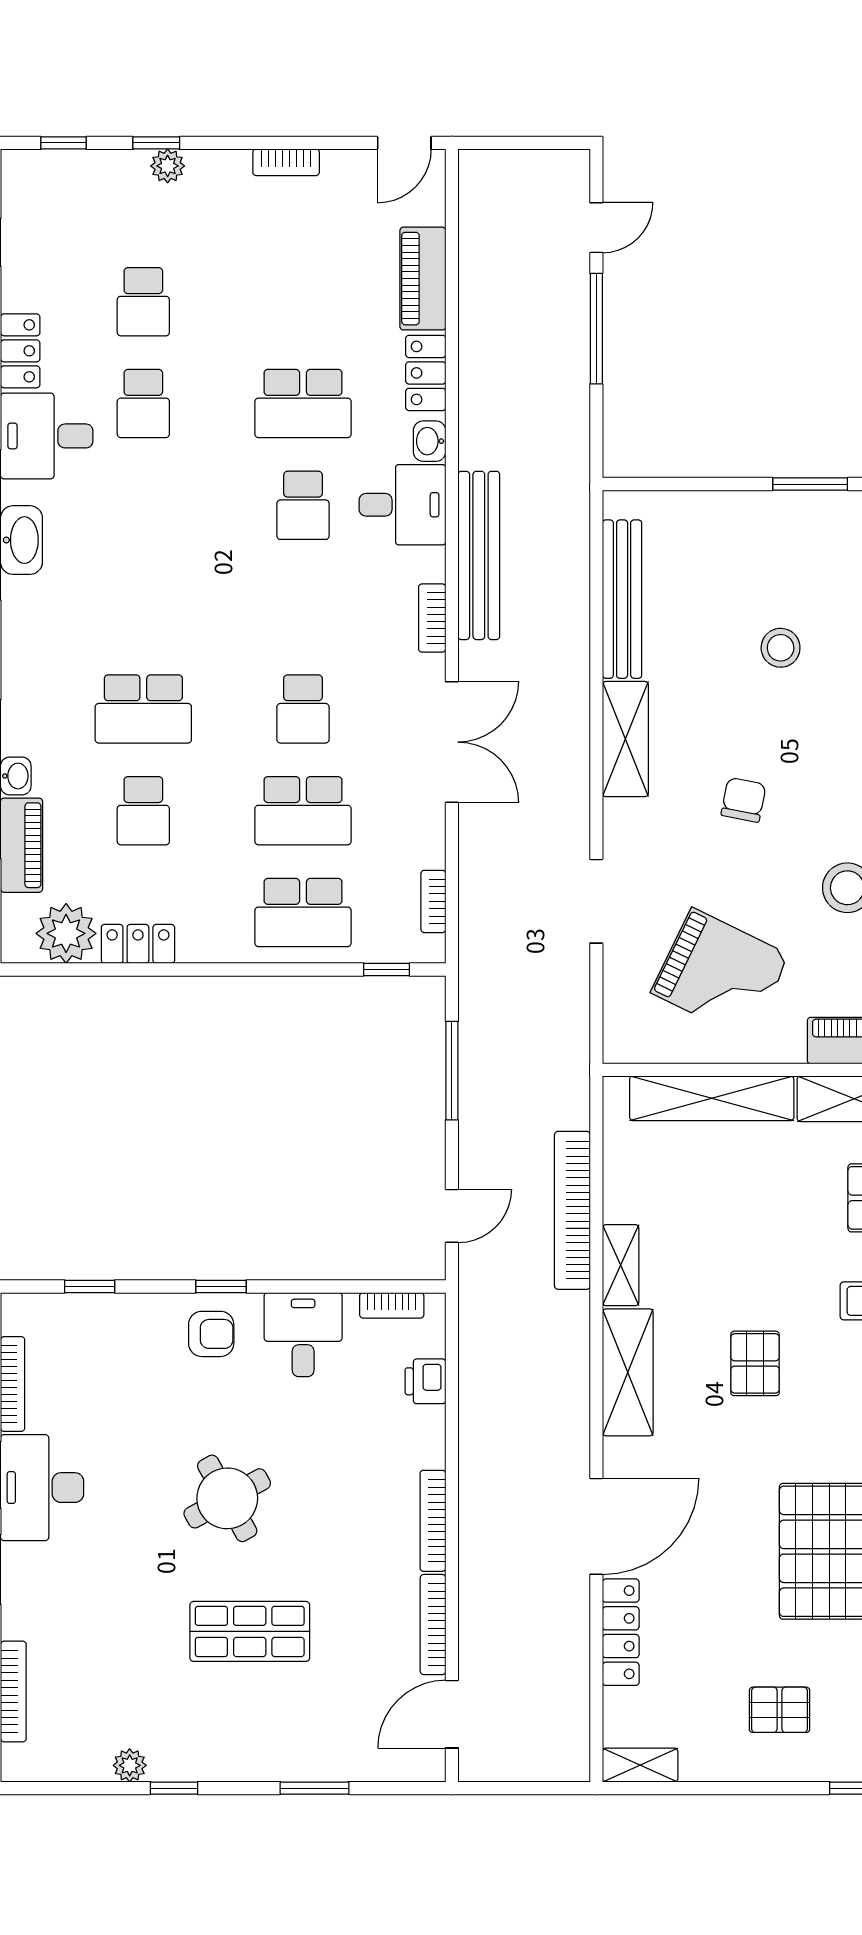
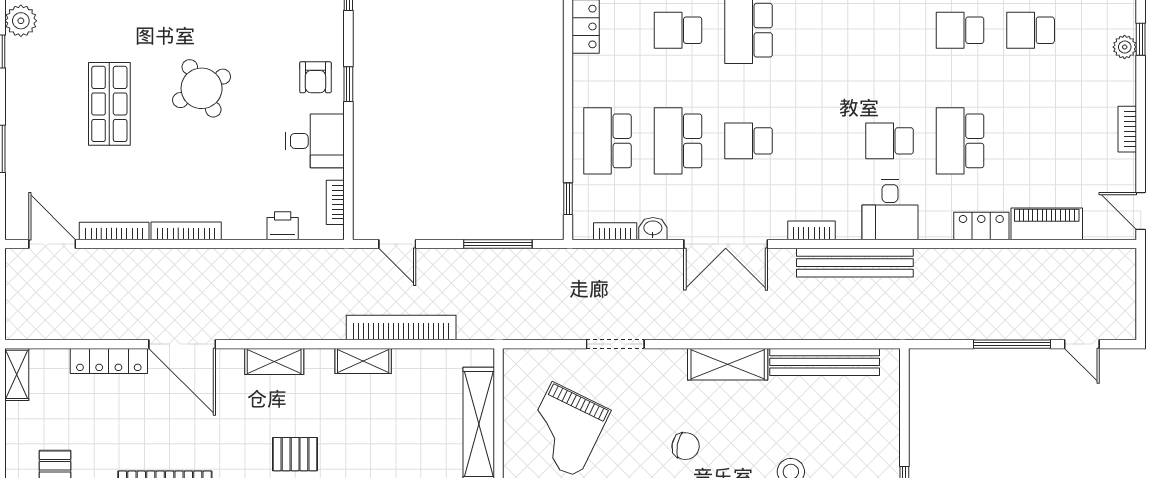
washbasin: (430, 441) -> (653, 229), moved
shelving: (628, 1372) -> (274, 361), width x0.67, depth x0.75
plant: (130, 1765) -> (21, 21), width x1.38, depth x1.38

